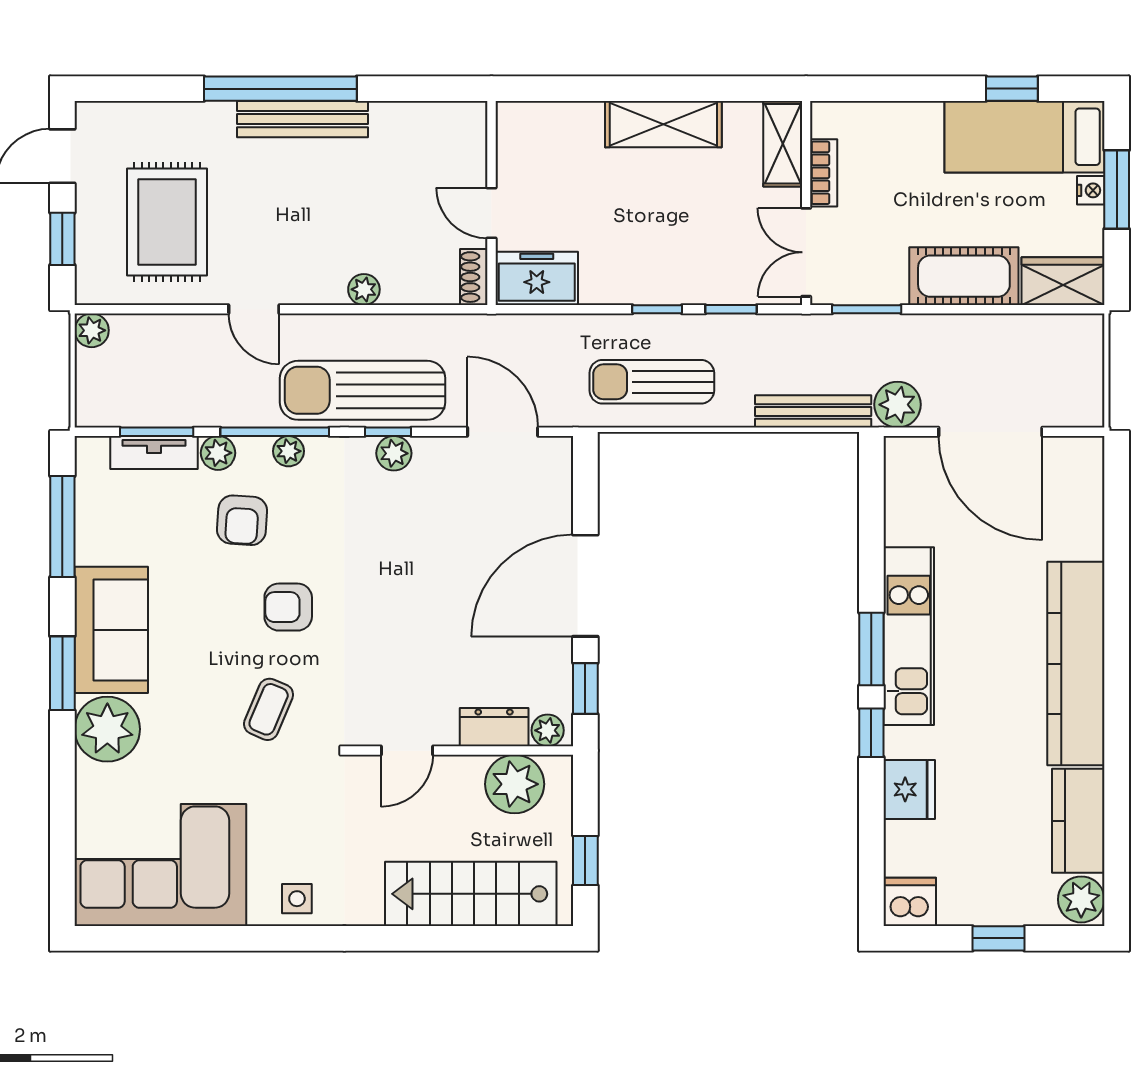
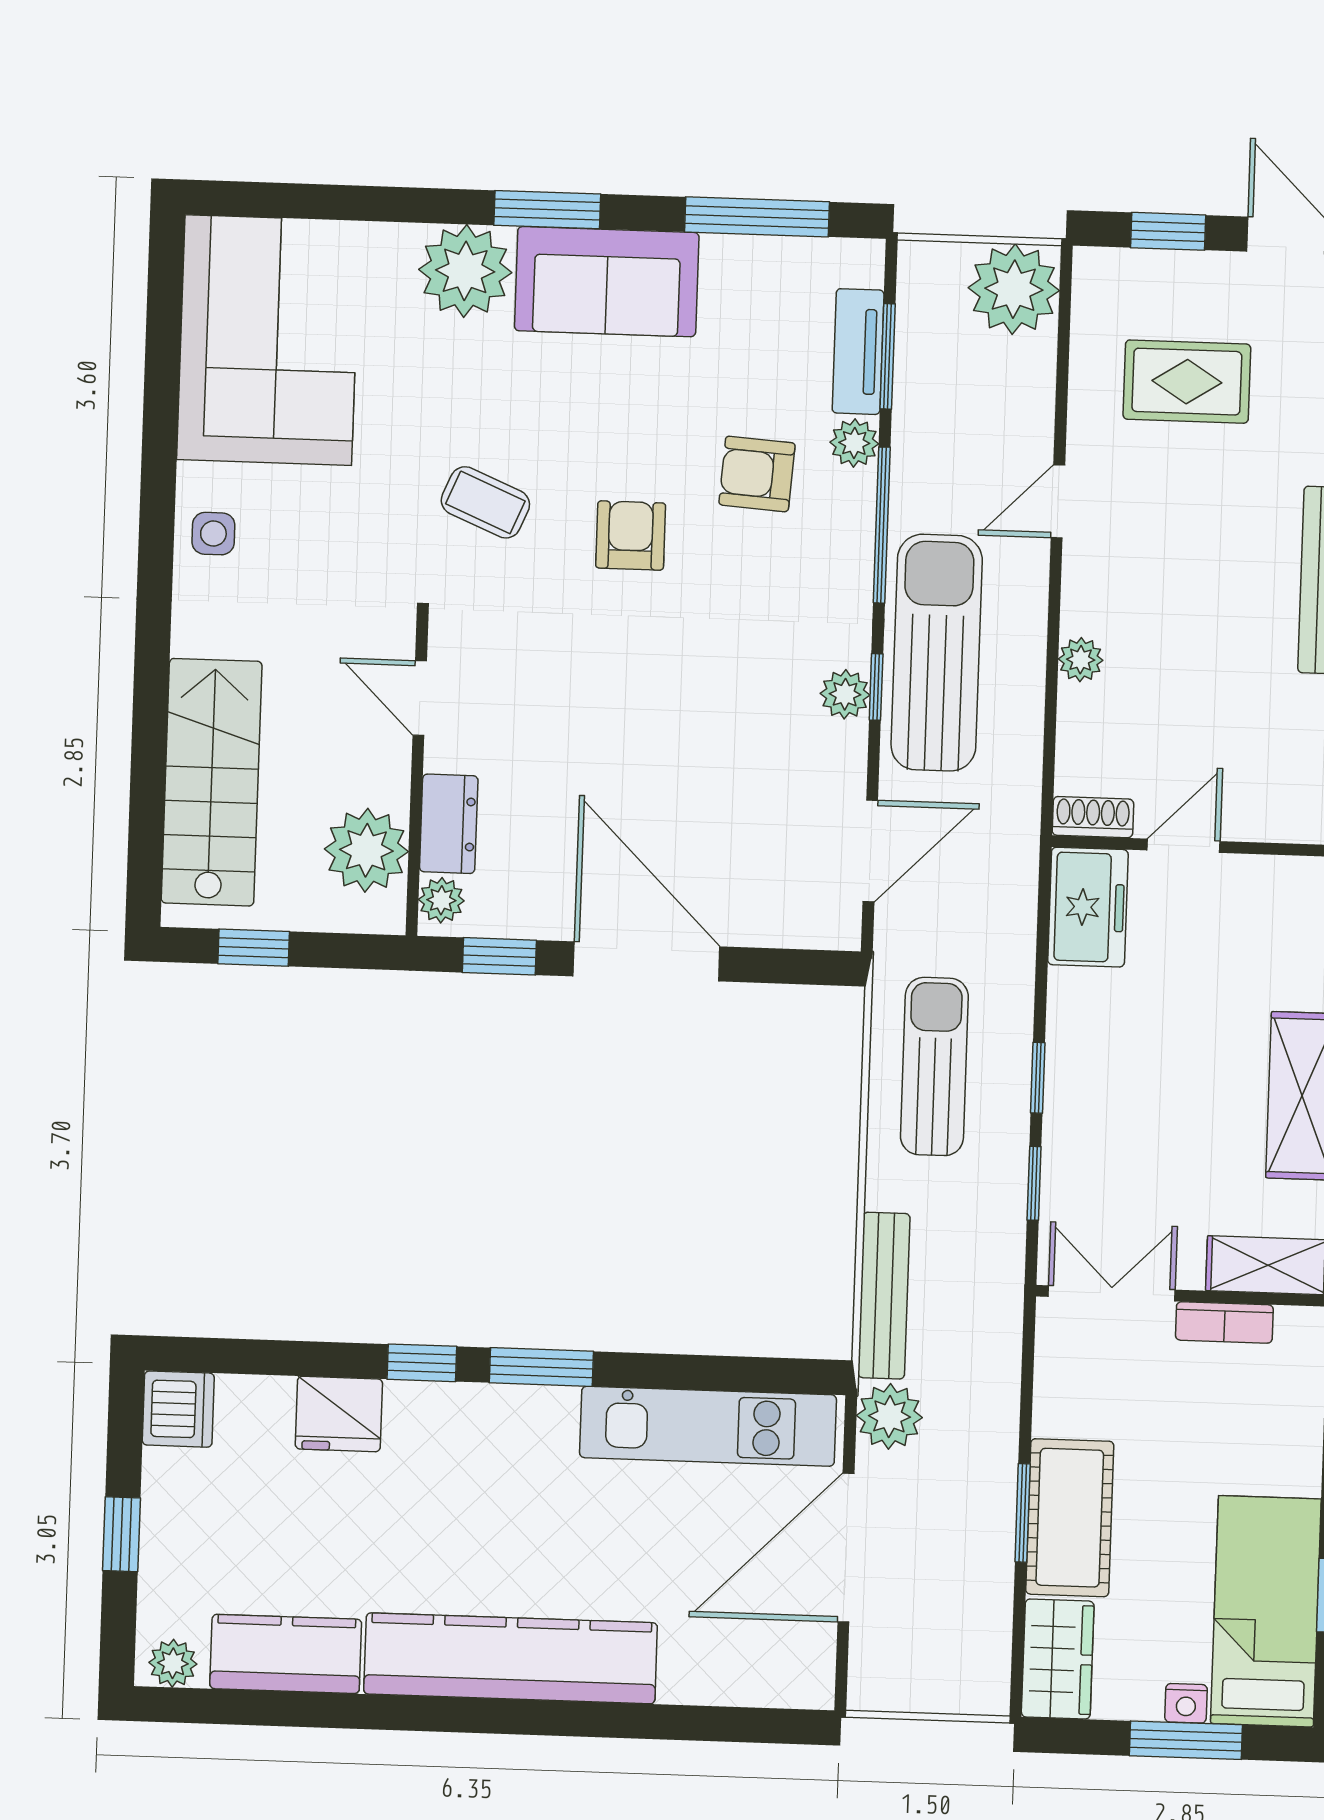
rug: (167, 222) -> (1187, 382), width x0.73, depth x0.70
window: (867, 309) -> (1023, 1513), moved
plant: (92, 330) -> (1014, 289), width x1.87, depth x1.87
plant: (289, 451) -> (853, 544), removed
kitchen unit: (909, 636) -> (708, 1426), moved
plant: (1081, 899) -> (173, 1663), width x0.73, depth x0.73

